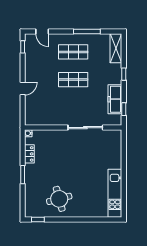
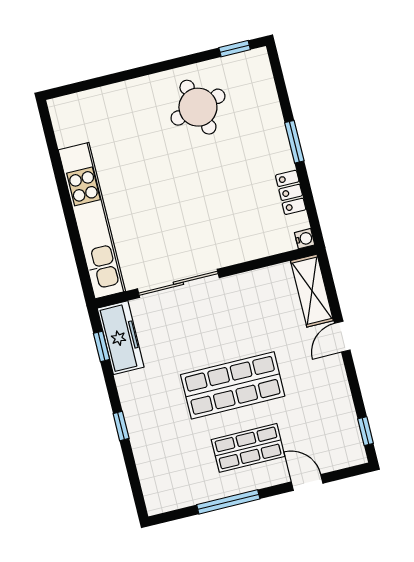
door: (42, 32) -> (307, 482), moved
shelving: (116, 48) -> (312, 291), moved
shop shelf: (73, 80) -> (233, 385), width x1.43, depth x1.36
freezer: (115, 99) -> (121, 338), moved
kitchen unit: (115, 193) -> (92, 221), moved, width x1.36

